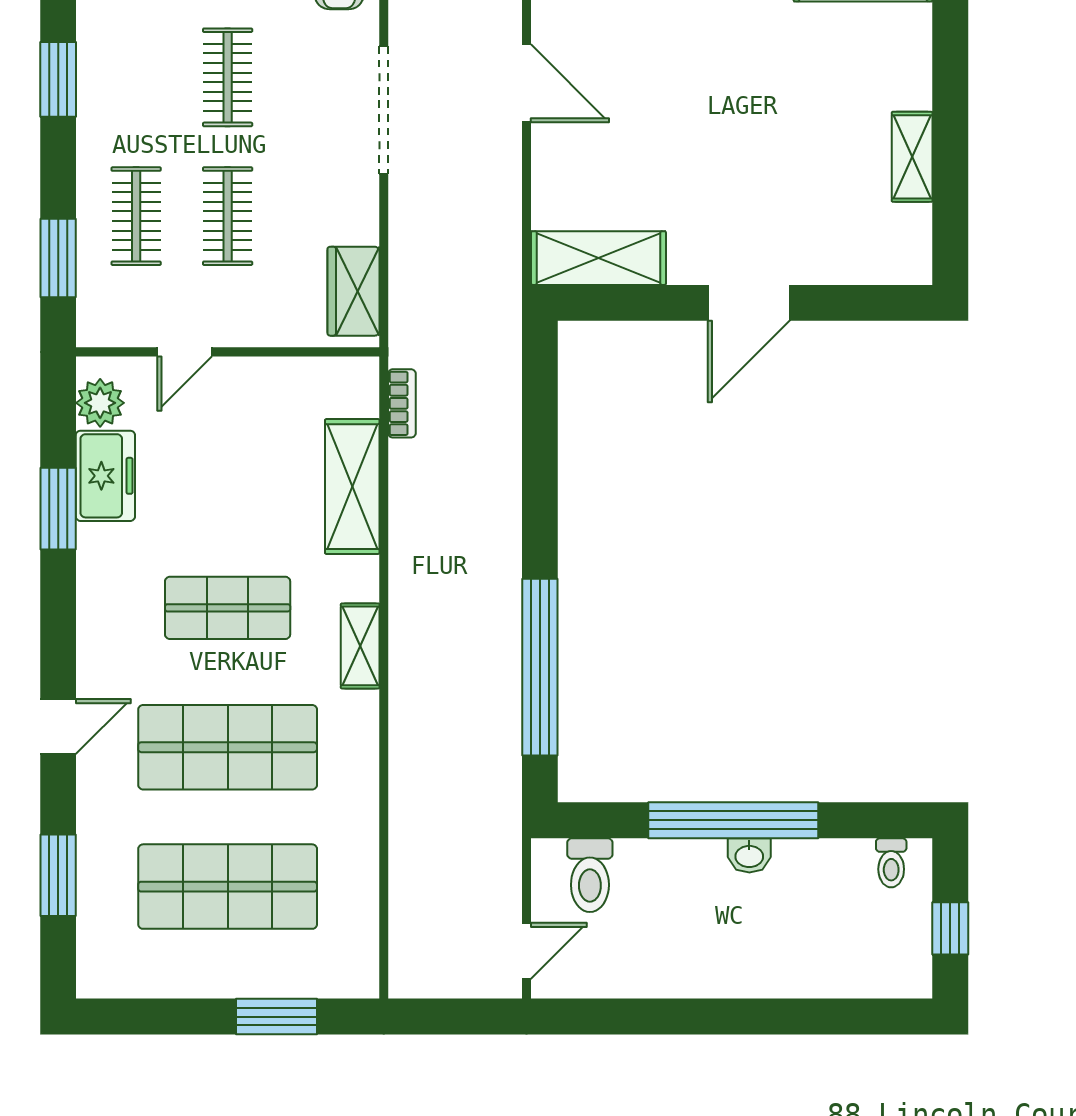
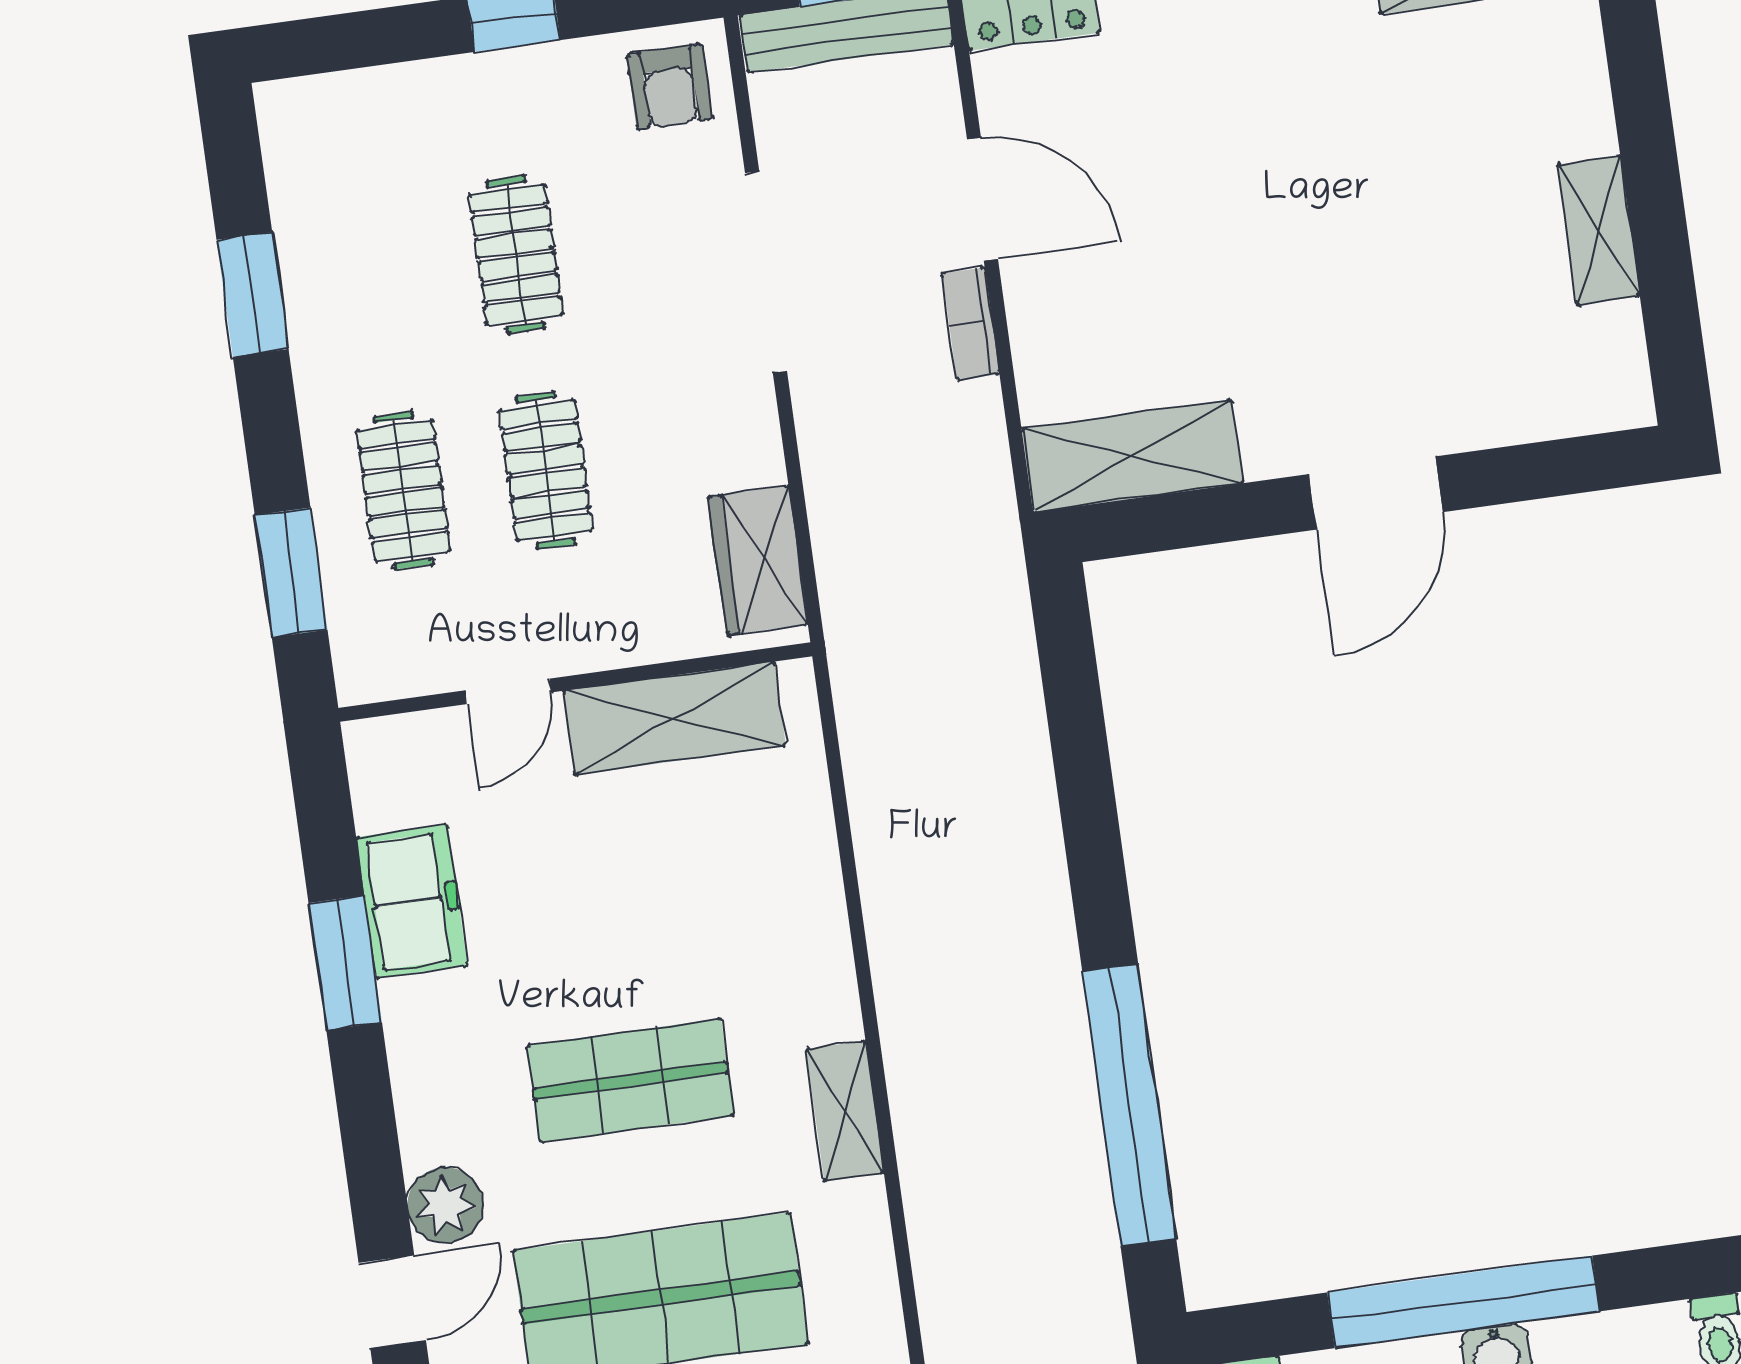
plant: (100, 403) -> (445, 1205), moved
bookcase: (402, 403) -> (971, 324), moved, turned 180
shelving: (352, 487) -> (675, 718), moved, turned 90

